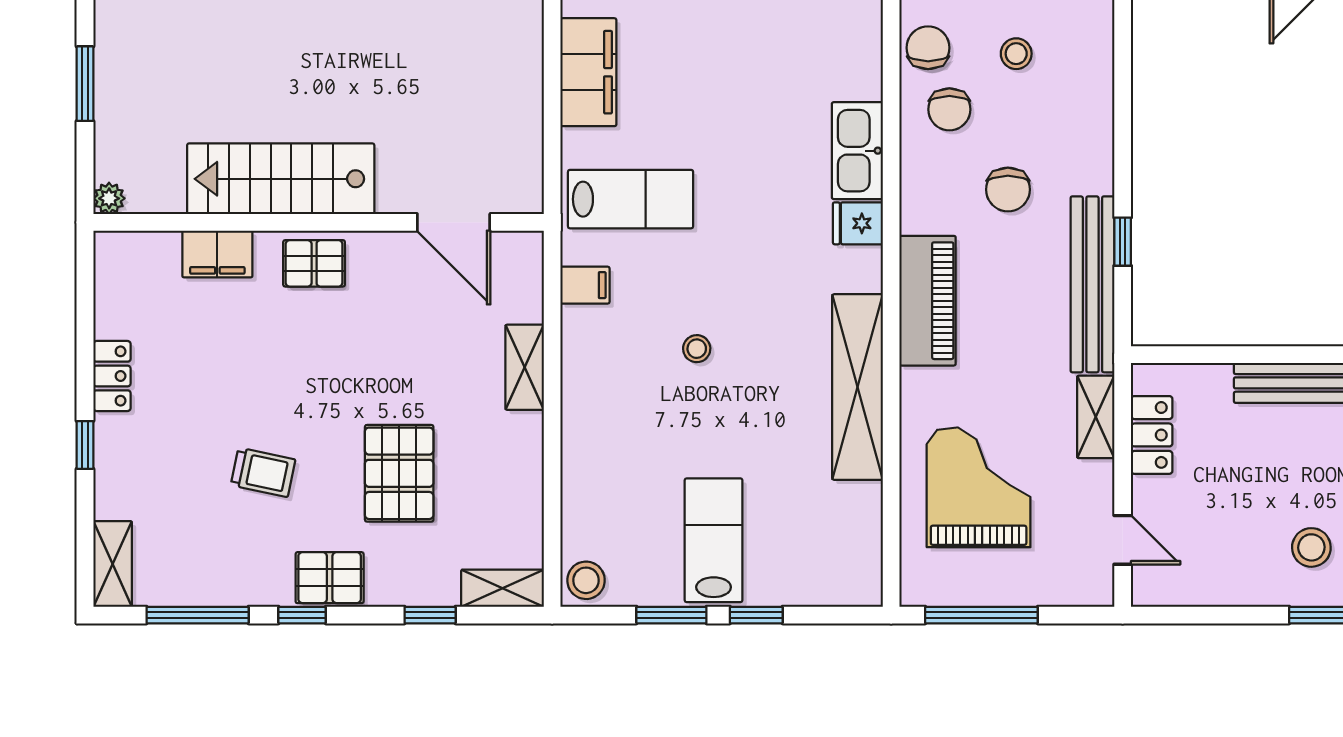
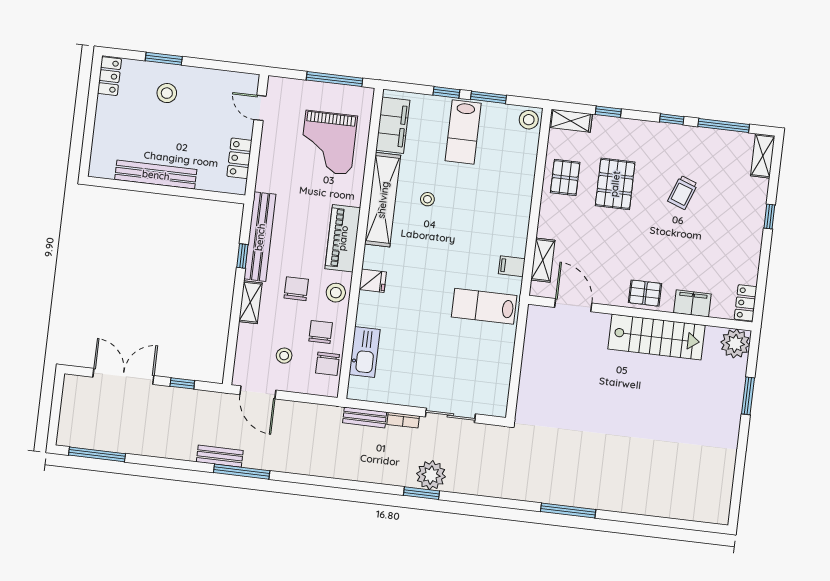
filing cabinet: (588, 72) -> (393, 125), moved, turned 180
kitchen sink: (857, 151) -> (364, 352), moved
stool: (928, 191) -> (336, 293), added
plant: (109, 198) -> (735, 344), width x1.87, depth x1.87
stool: (697, 349) -> (427, 199), moved
shelving: (525, 367) -> (543, 260), moved
locker: (112, 376) -> (746, 303), moved
shelving: (1096, 417) -> (250, 302), moved
trolley: (263, 472) -> (683, 192), turned -82
pallet: (330, 578) -> (565, 177), moved, turned 90

